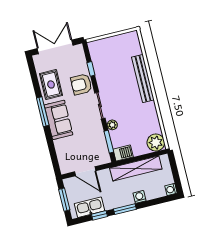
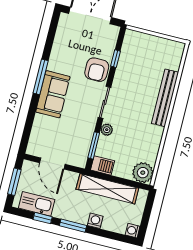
rug: (51, 84) -> (65, 53), removed
armchair: (81, 84) -> (97, 70), turned -90

